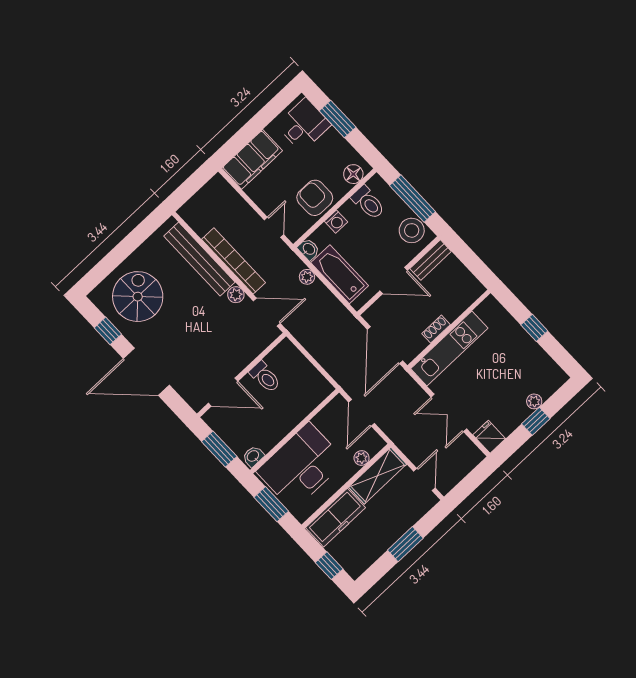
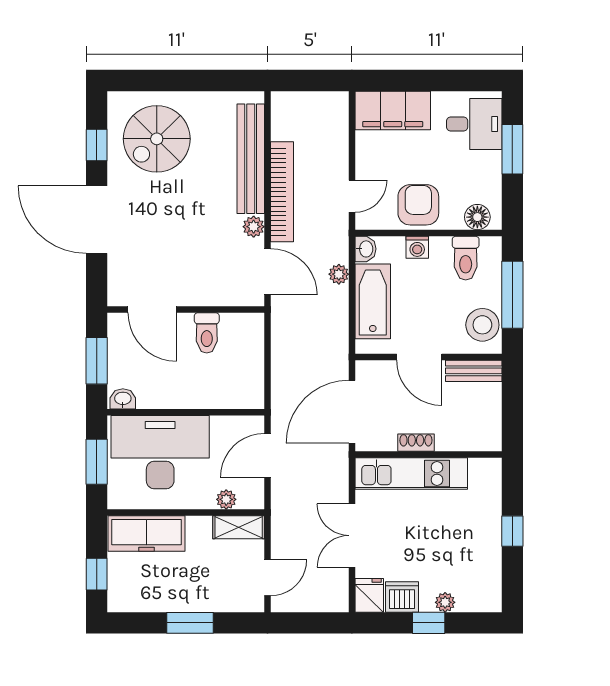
spiral stairs: (138, 297) -> (157, 139), turned 180
dishwasher: (508, 421) -> (402, 597), added
shelving: (378, 476) -> (239, 527), width x0.67, depth x0.75

